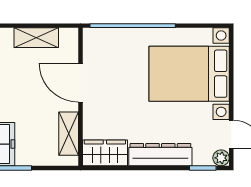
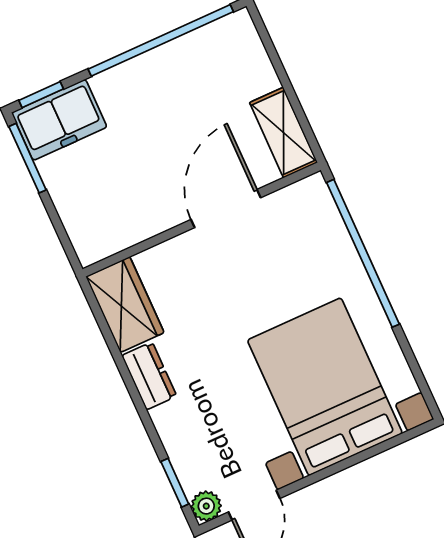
shelving: (36, 38) -> (283, 133), moved
shelving: (69, 134) -> (130, 228), removed
dresser: (160, 155) -> (149, 376), width x0.51, depth x0.80

